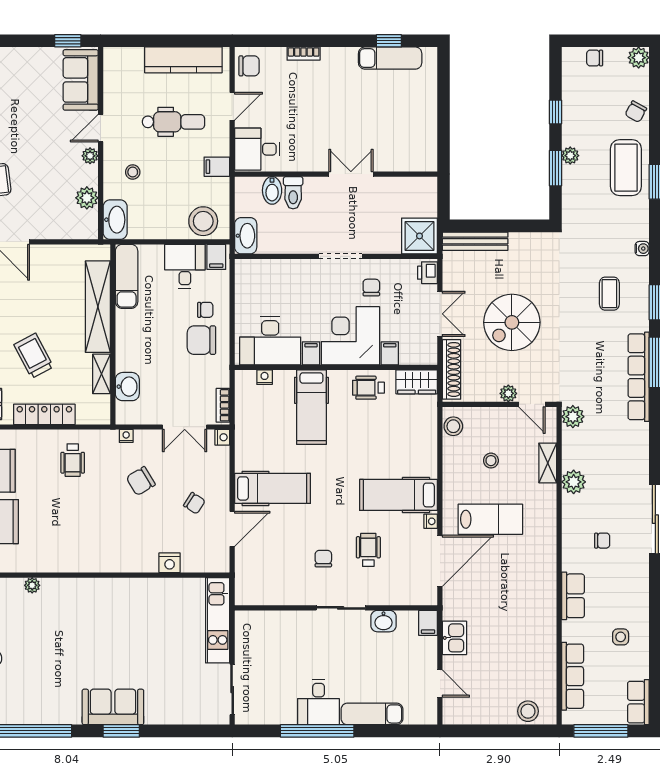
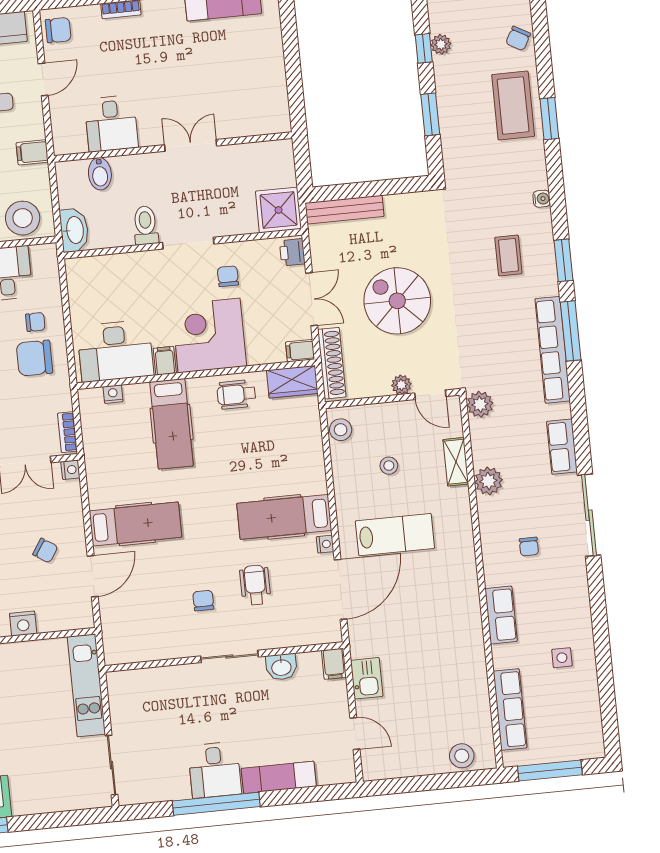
desk: (257, 149) -> (111, 124), moved, turned -90
plant: (570, 156) -> (441, 44), moved
toilet: (293, 193) -> (146, 225), moved, turned 180
filing cabinet: (216, 257) -> (42, 258), removed
spiral stairs: (512, 322) -> (397, 301), turned 90
filing cabinet: (390, 353) -> (300, 351), moved, turned -90
chair: (602, 541) -> (529, 547), turned 90
row of seats: (638, 702) -> (562, 447), moved

